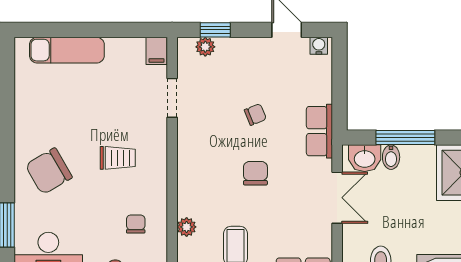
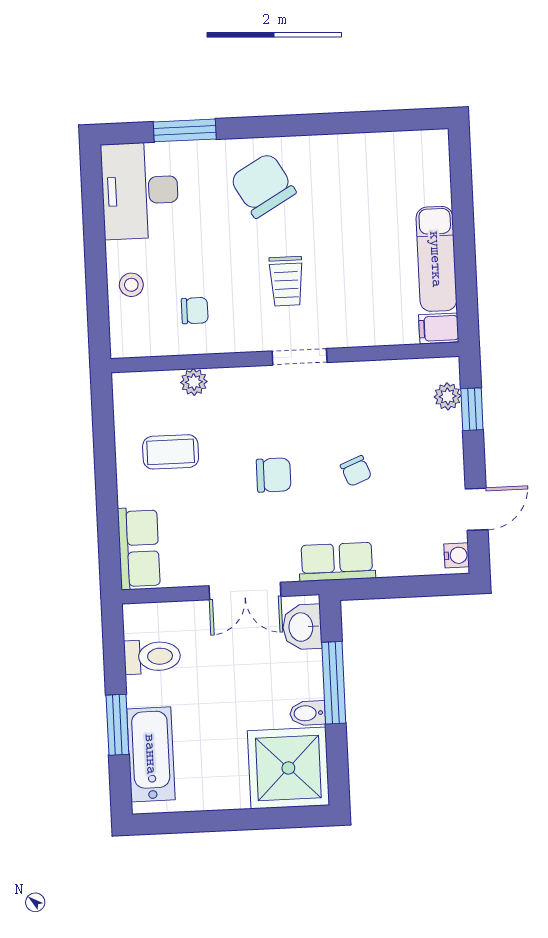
exam couch: (67, 50) -> (436, 259), moved
doorway: (172, 98) -> (300, 357), moved
bidet: (391, 157) -> (308, 713), moved

